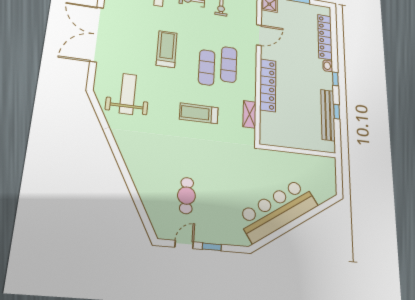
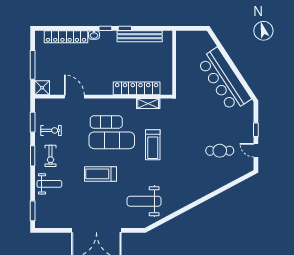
exercise mat: (207, 67) -> (112, 140), width x1.36, depth x1.45
locker: (268, 85) -> (137, 88), moved
window: (337, 112) -> (125, 28), moved

